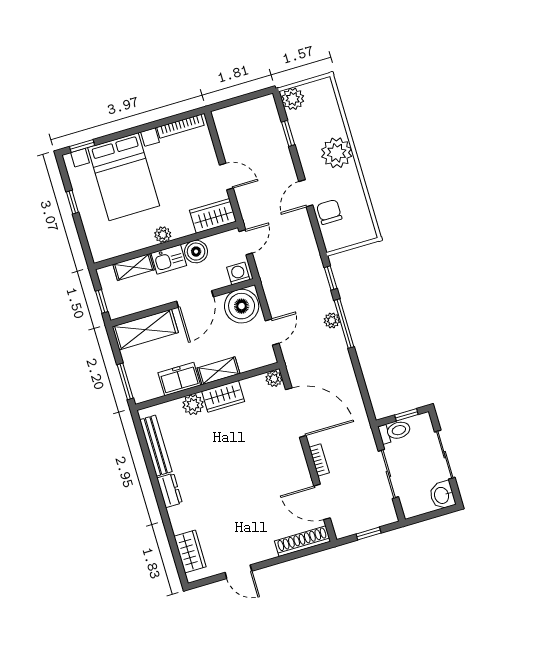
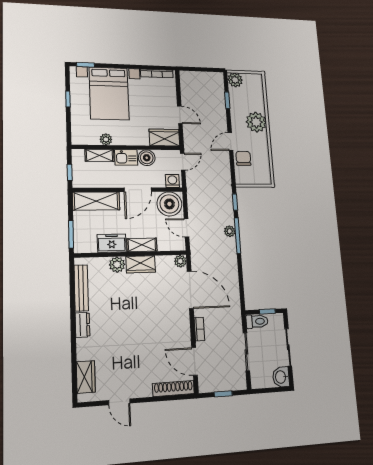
plant: (163, 235) -> (106, 139), moved
door: (272, 332) -> (187, 228), swing flipped

